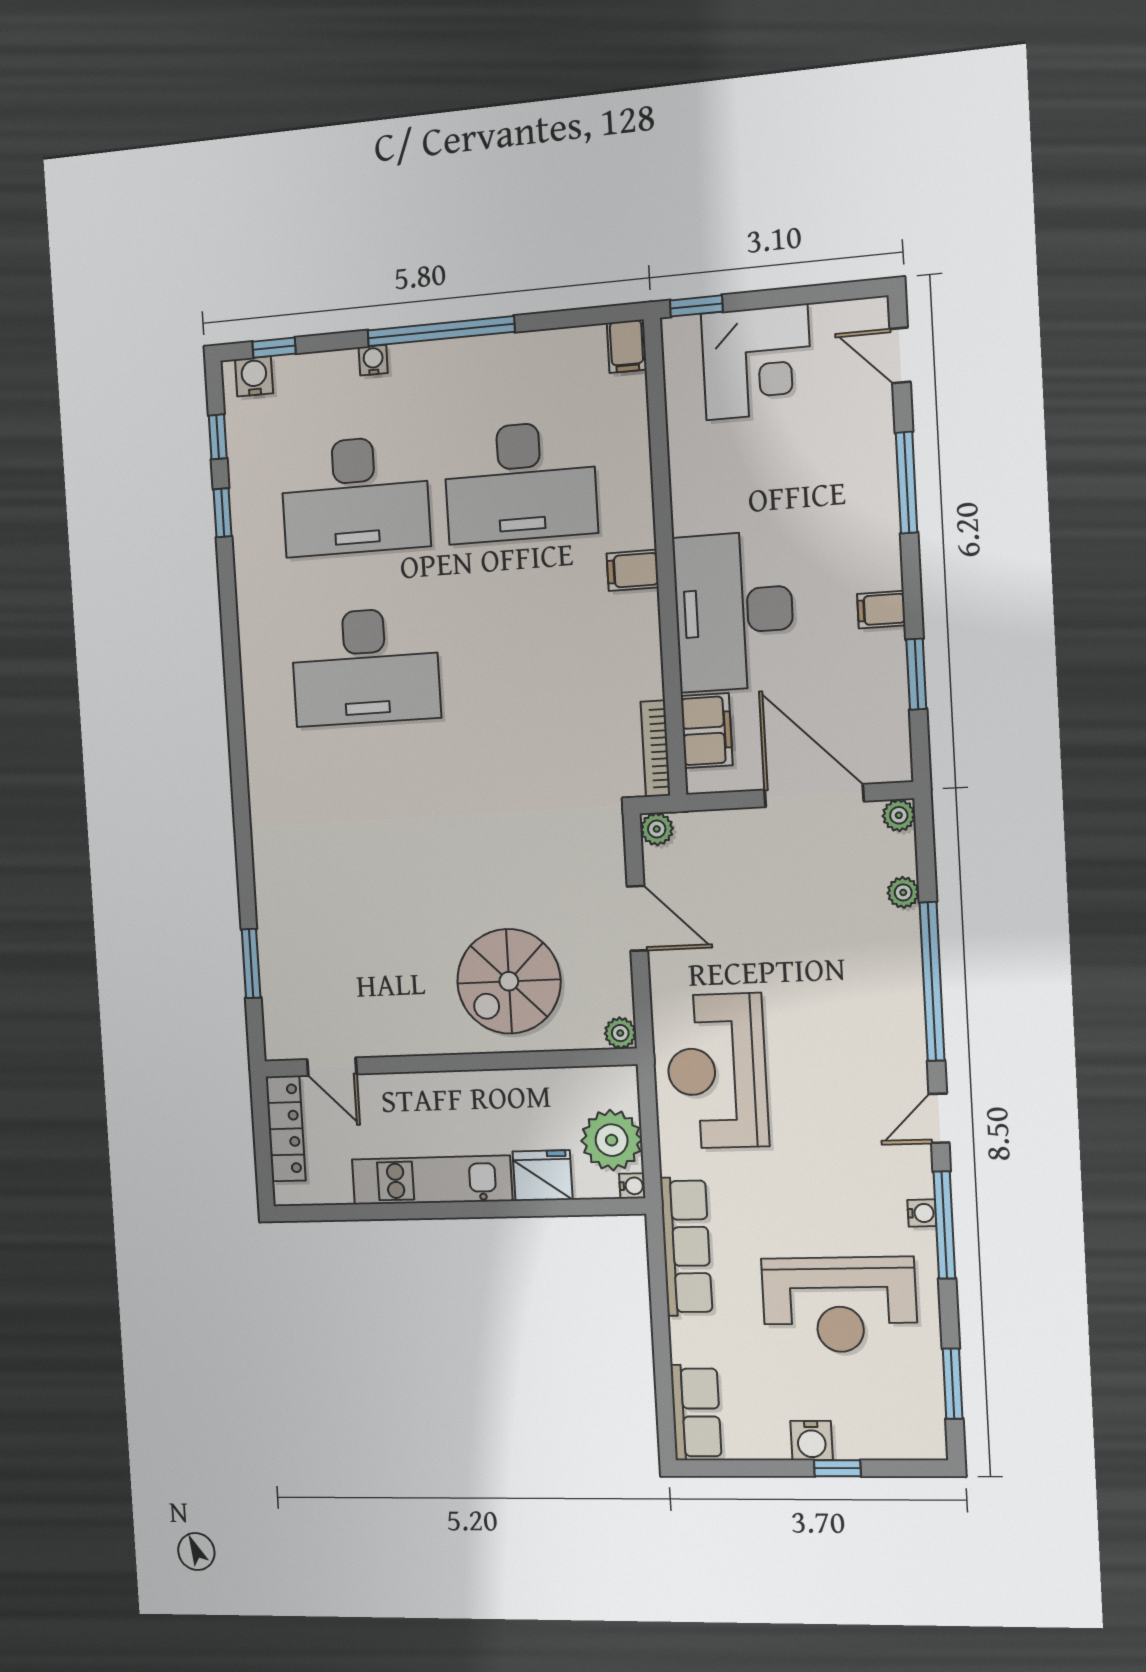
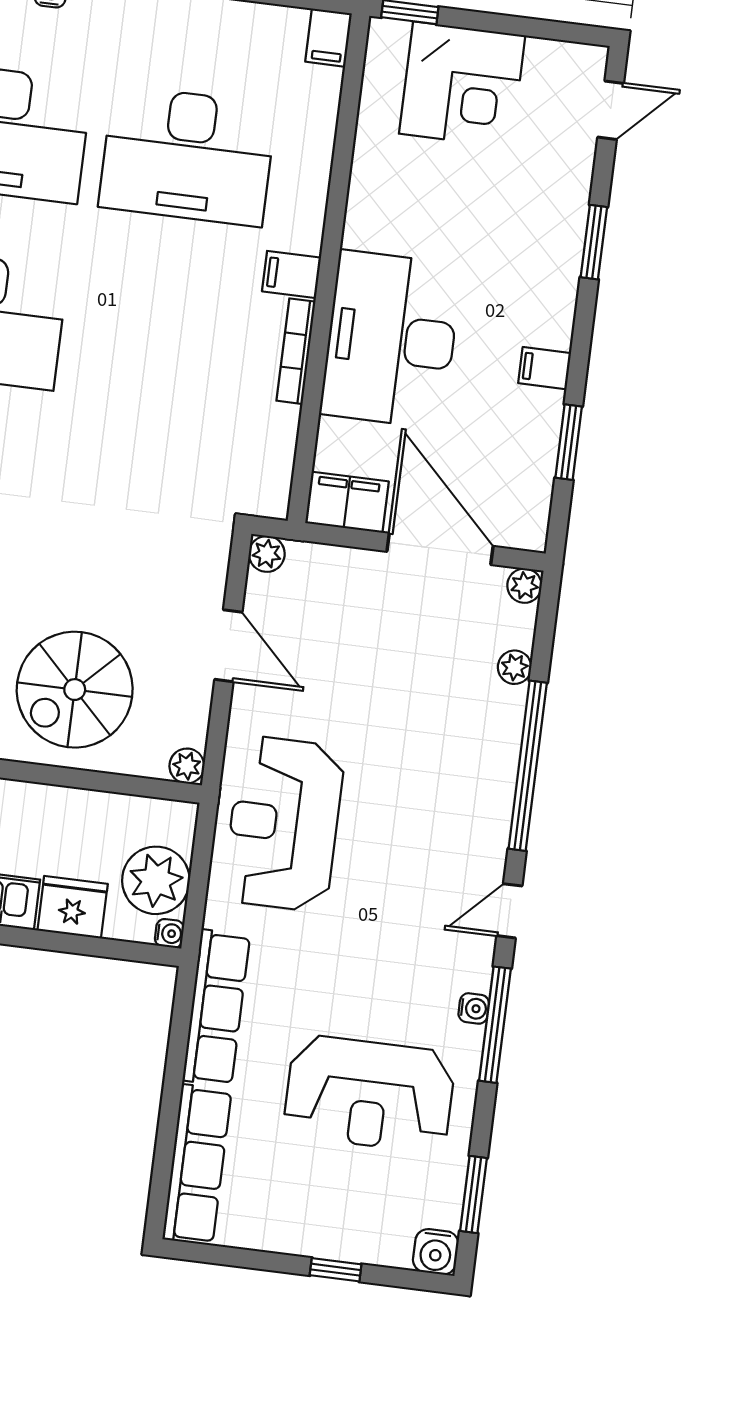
door: (900, 355) -> (611, 110), swing flipped
window: (907, 483) -> (594, 242), width x0.69
filing cabinet: (707, 731) -> (347, 502), moved, turned -90
bookcase: (655, 749) -> (296, 351), moved
row of seats: (696, 1412) -> (197, 1165), width x1.48
water cooler: (812, 1441) -> (436, 1252), moved

